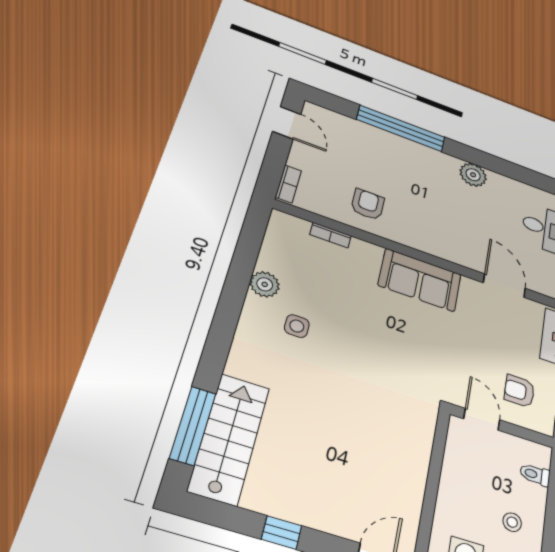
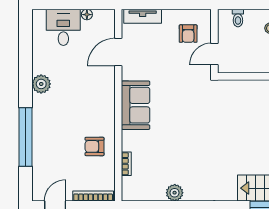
bookcase: (288, 184) -> (93, 196), width x1.56
side table: (297, 326) -> (194, 169), removed

